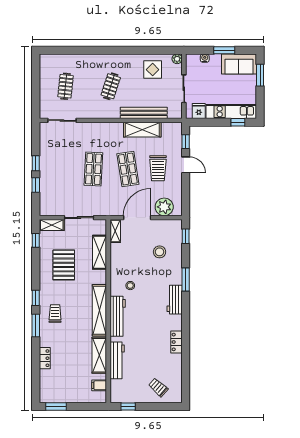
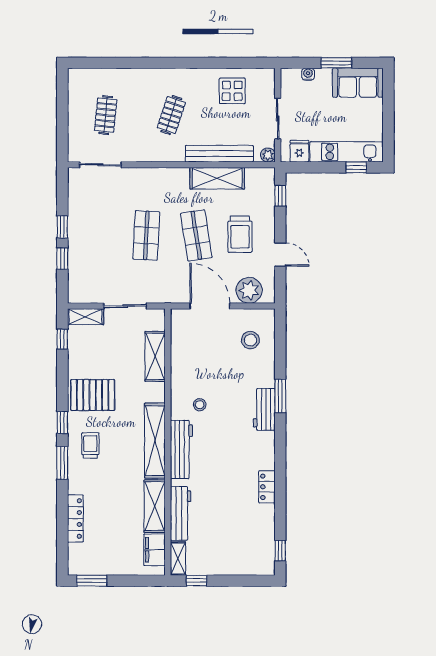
plant: (177, 59) -> (268, 155), moved
window: (260, 75) -> (388, 99), removed
door: (186, 165) -> (280, 255), moved
door: (137, 218) -> (210, 306), hinge flipped
shelving: (115, 231) -> (178, 559), moved
window: (186, 236) -> (280, 551), moved
stool: (160, 252) -> (250, 340), moved
pallet: (64, 265) -> (93, 395), moved, turned 90
workbench: (175, 300) -> (264, 409), moved
locker: (45, 358) -> (75, 518), width x1.53
filing cabinet: (99, 385) -> (155, 550), width x2.00
trolley: (158, 387) -> (240, 553), removed

